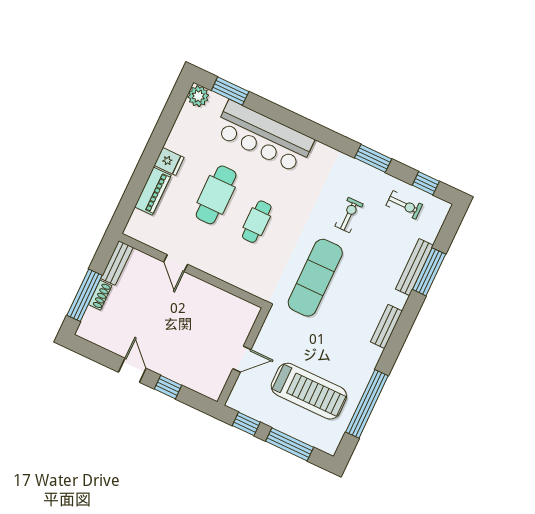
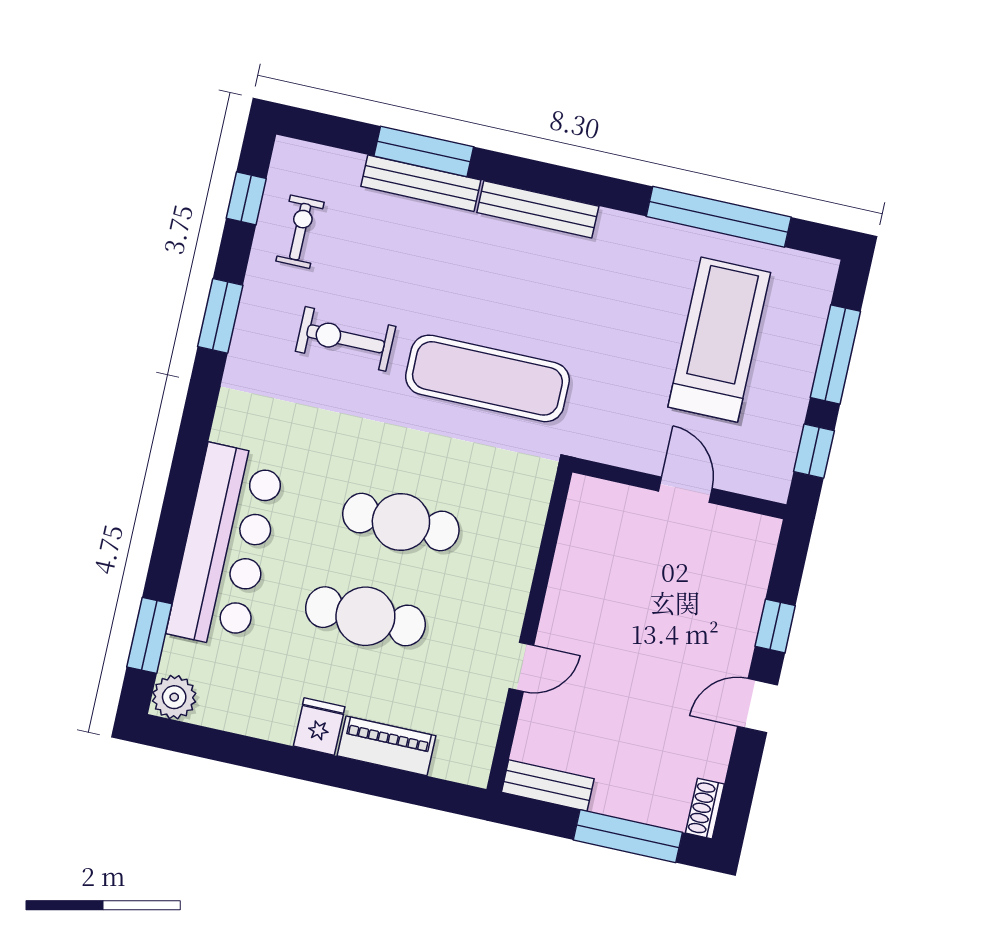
exercise bike: (349, 215) -> (346, 339), width x1.38, depth x1.39
cafe table: (257, 222) -> (401, 522), width x1.37, depth x1.35
shoe rack: (100, 295) -> (705, 809), moved, turned -90
bench: (386, 326) -> (538, 209), width x1.36

